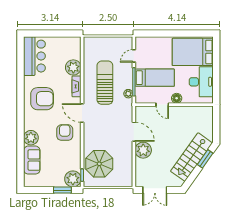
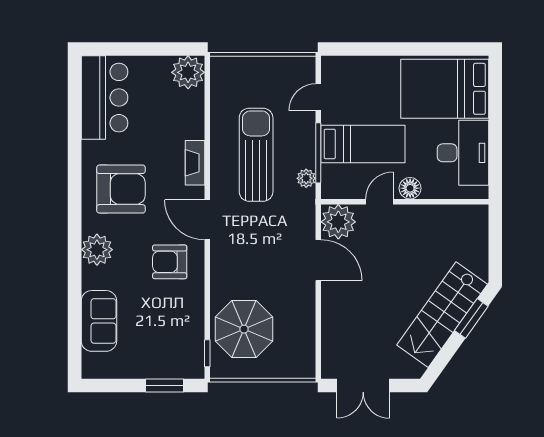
plant: (73, 67) -> (188, 72), moved
door: (162, 105) -> (379, 202), swing flipped
armchair: (65, 133) -> (170, 262), turned -90
plant: (31, 138) -> (97, 250), moved
plant: (143, 150) -> (338, 222), moved
plant: (73, 179) -> (187, 361), removed

